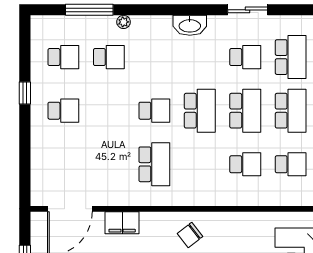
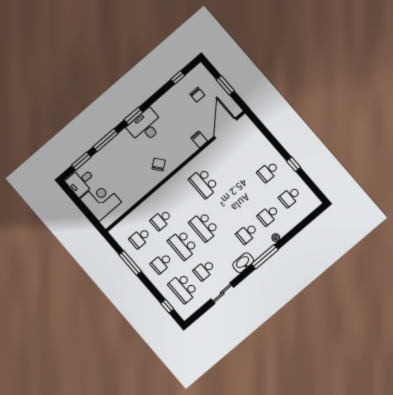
window: (89, 10) -> (265, 257), moved
school desk: (154, 111) -> (247, 234), moved
school desk: (291, 111) -> (162, 263), width x0.54
filing cabinet: (122, 223) -> (199, 139), width x0.50

